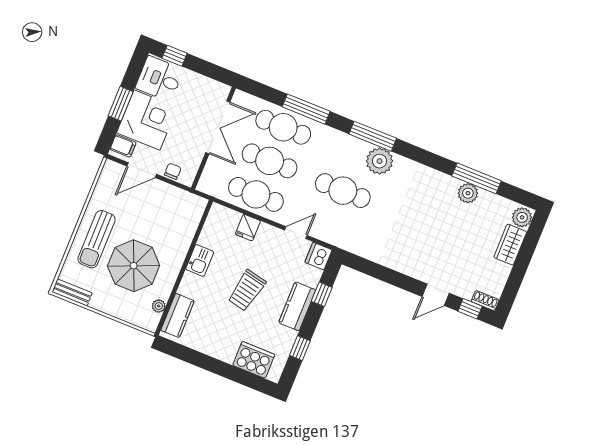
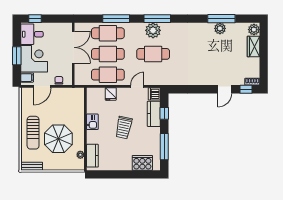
plant: (379, 161) -> (153, 30), moved
kitchen counter: (297, 306) -> (154, 114), moved
window: (300, 348) -> (164, 147), width x2.17

